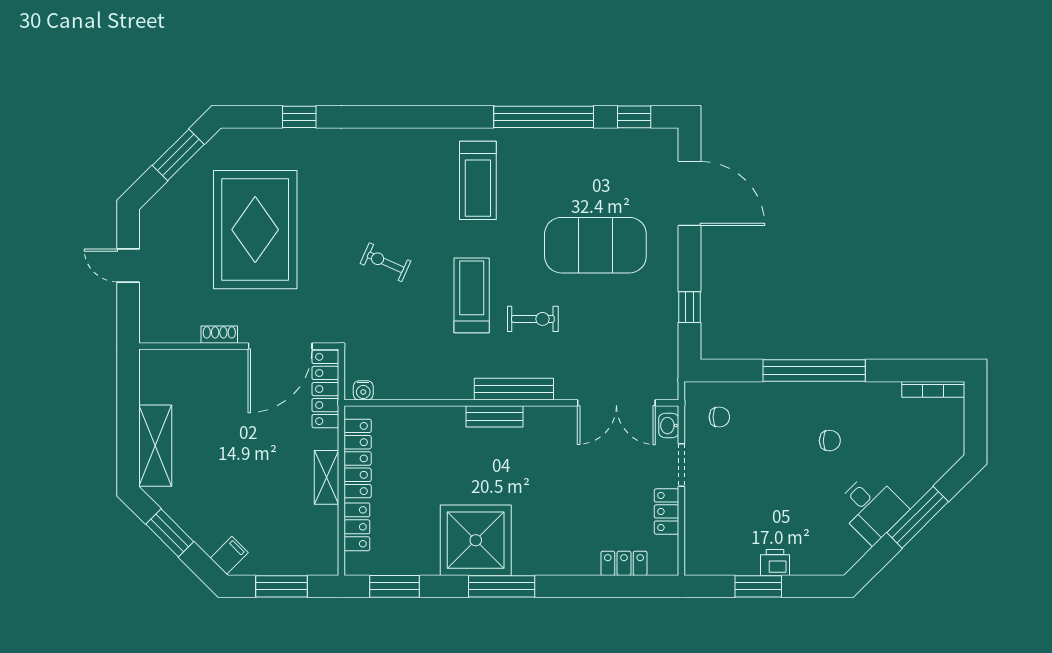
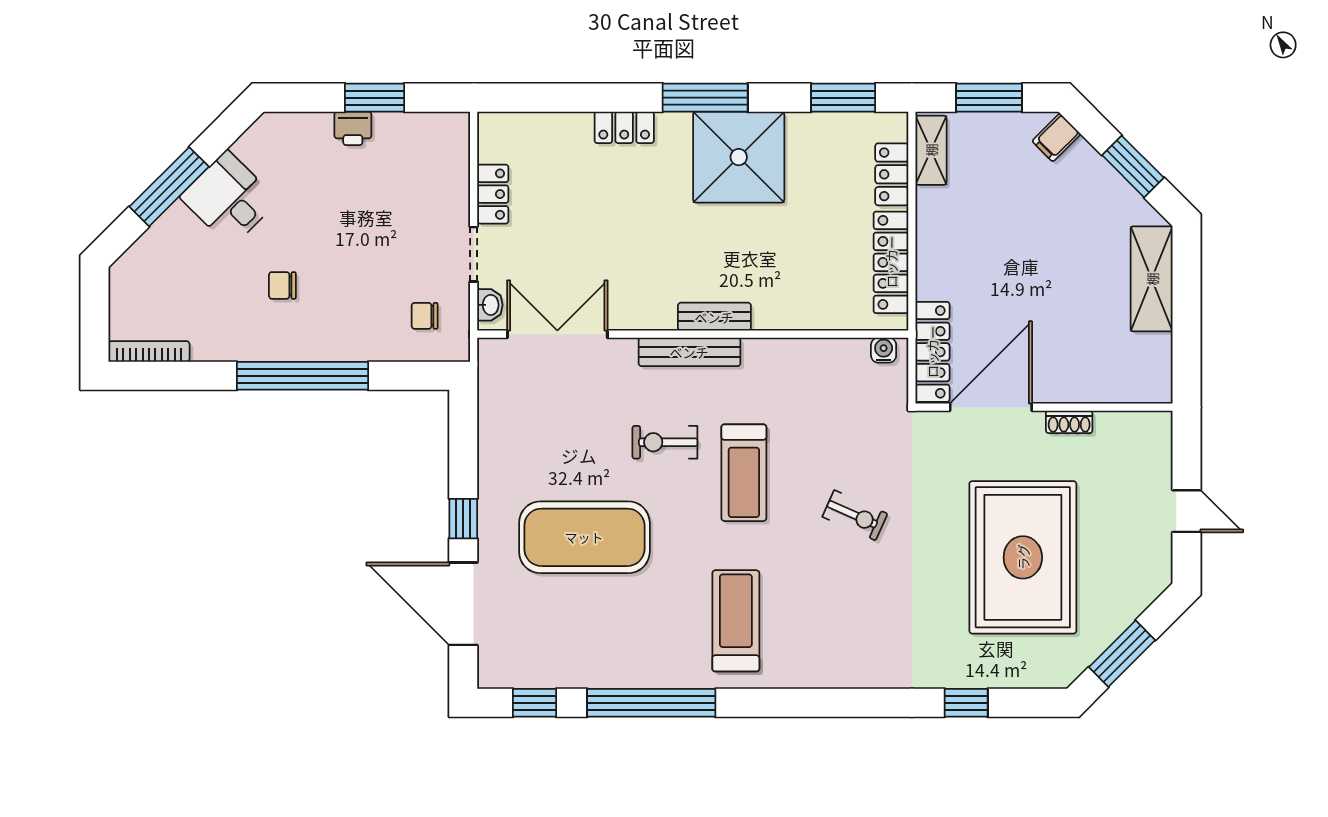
window: (689, 307) -> (463, 519), moved
shelving: (327, 477) -> (931, 150), moved
locker: (624, 563) -> (624, 127), moved

